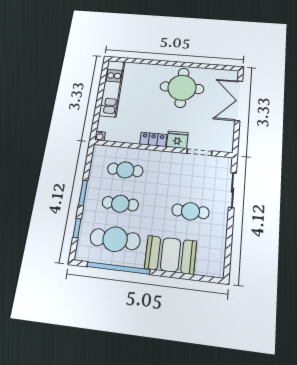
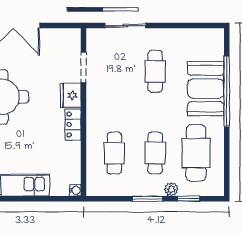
plant: (88, 214) -> (171, 189), added
window: (118, 268) -> (227, 91), moved

